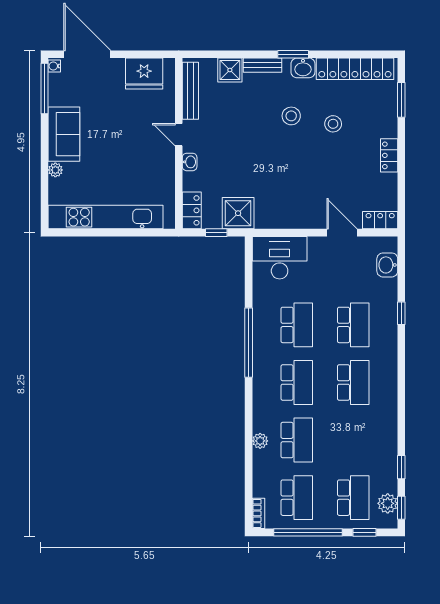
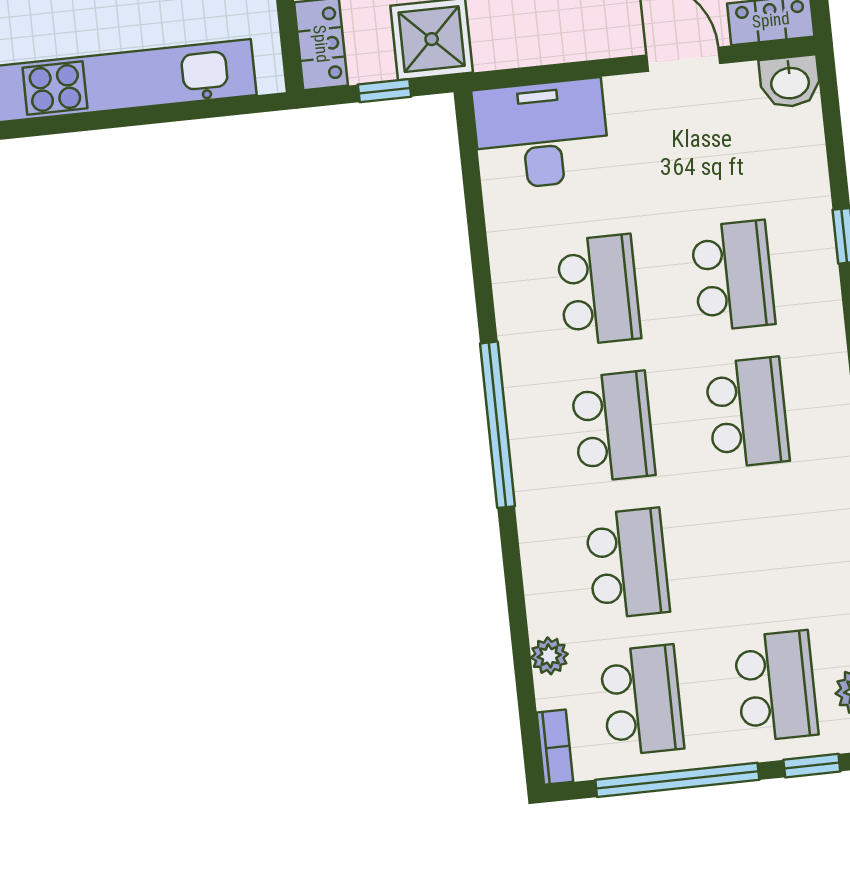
washbasin: (387, 265) -> (790, 82), moved, turned -90
window: (249, 343) -> (497, 425), moved
plant: (260, 441) -> (549, 656), moved

